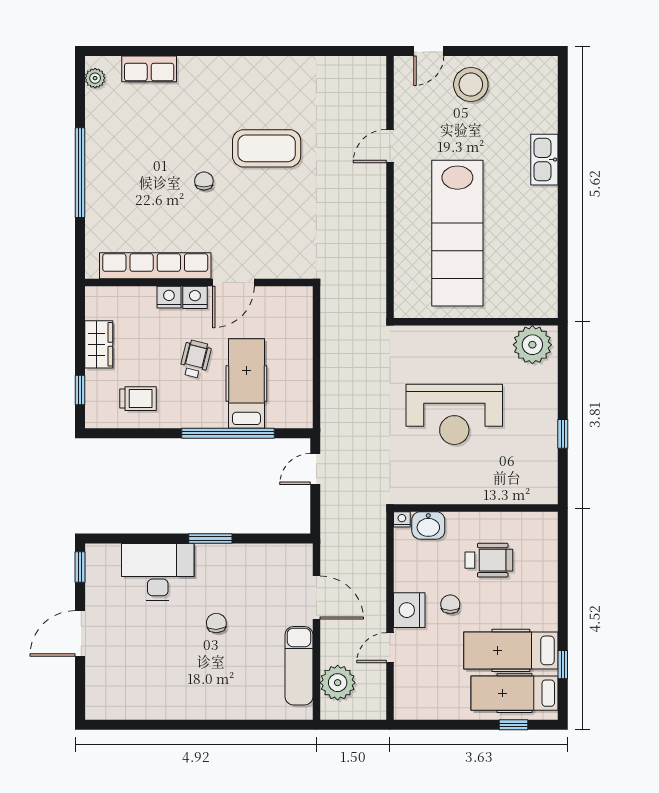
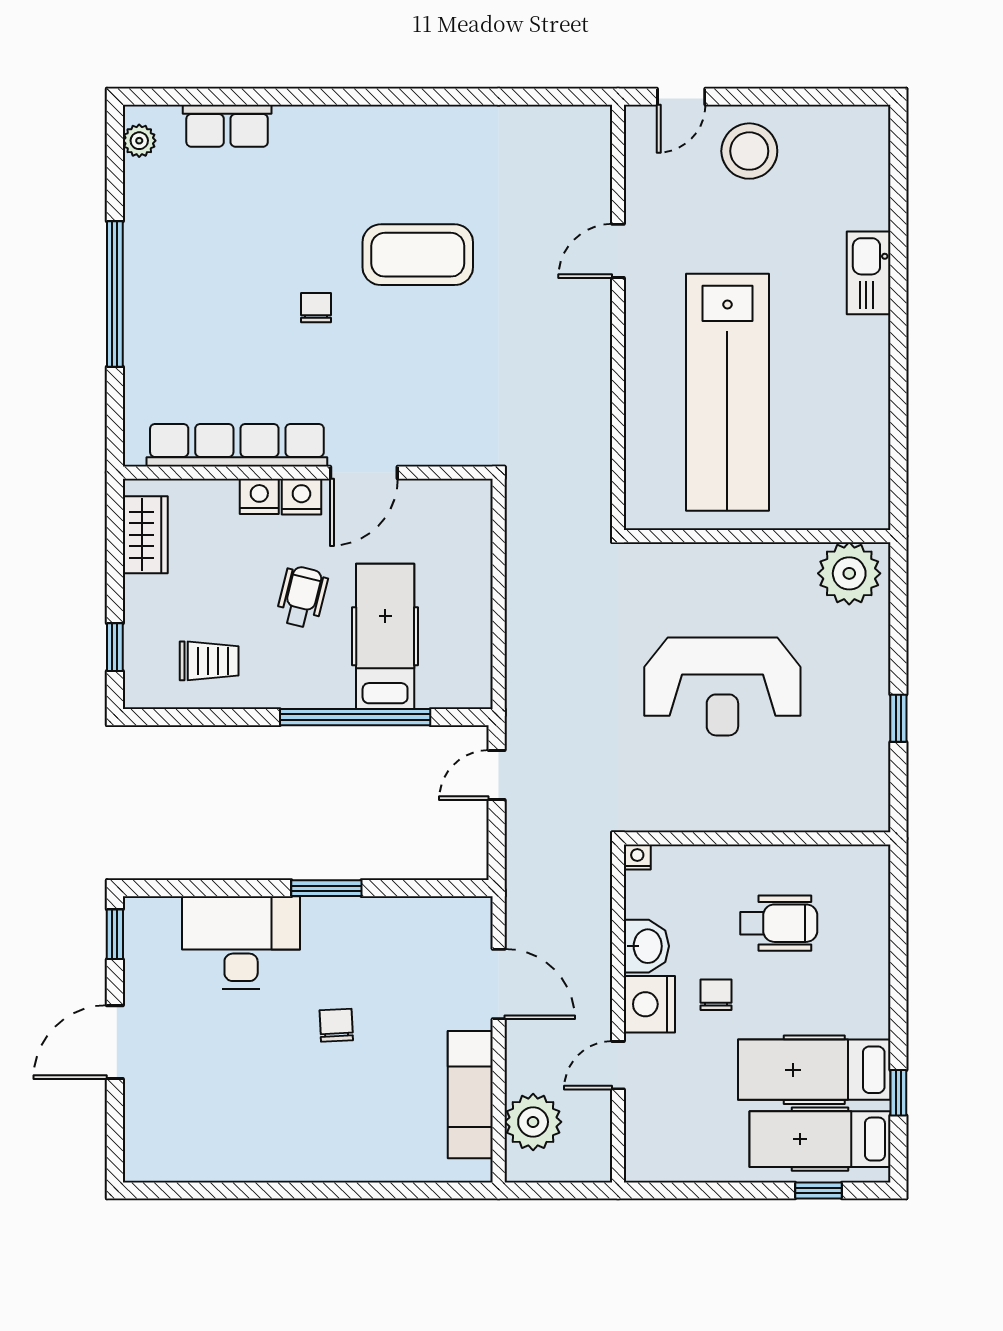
wardrobe: (99, 344) -> (145, 535), moved
washbasin: (428, 525) -> (646, 946), moved, turned -90

